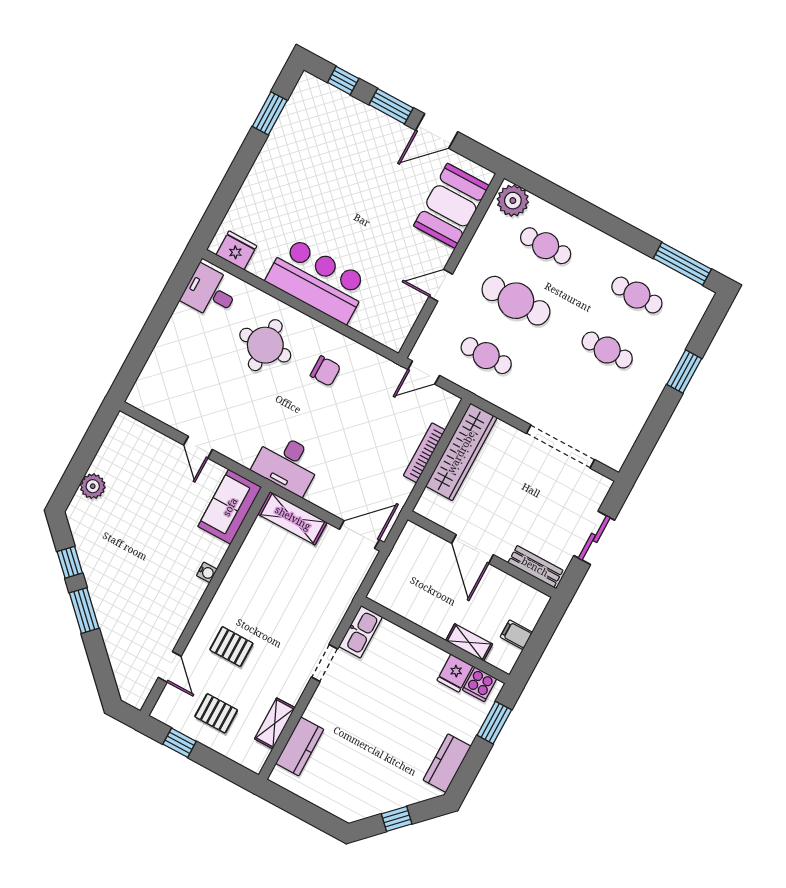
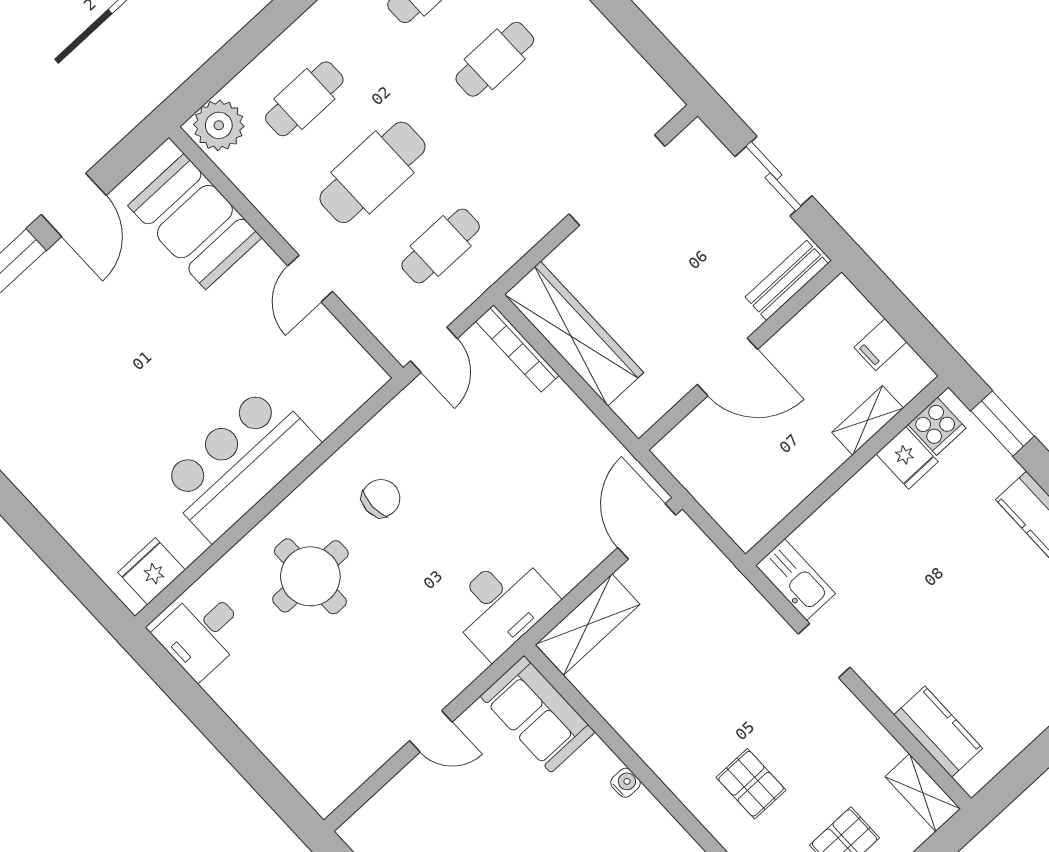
bookcase: (424, 453) -> (517, 348), moved
pallet: (231, 647) -> (751, 784), turned 90
shelving: (275, 723) -> (923, 793), moved

